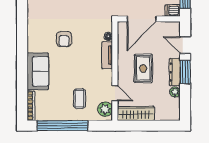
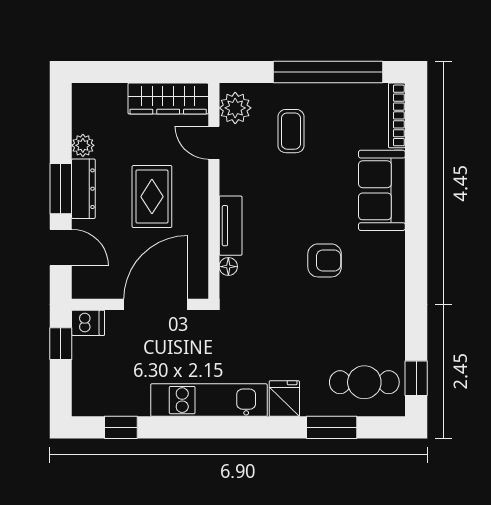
armchair: (64, 39) -> (325, 260), turned 90

